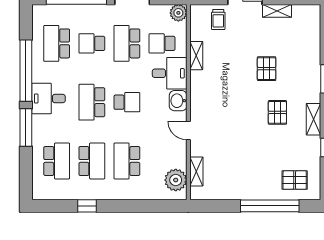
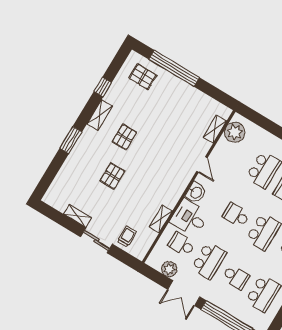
plant: (178, 13) -> (169, 269), moved
school desk: (162, 43) -> (182, 244), turned 180

